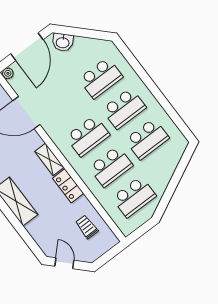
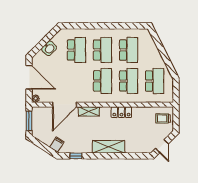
washbasin: (63, 42) -> (49, 48), moved
shelving: (49, 159) -> (89, 111), moved
trolley: (87, 227) -> (163, 118), moved
door: (64, 263) -> (162, 146), swing flipped

